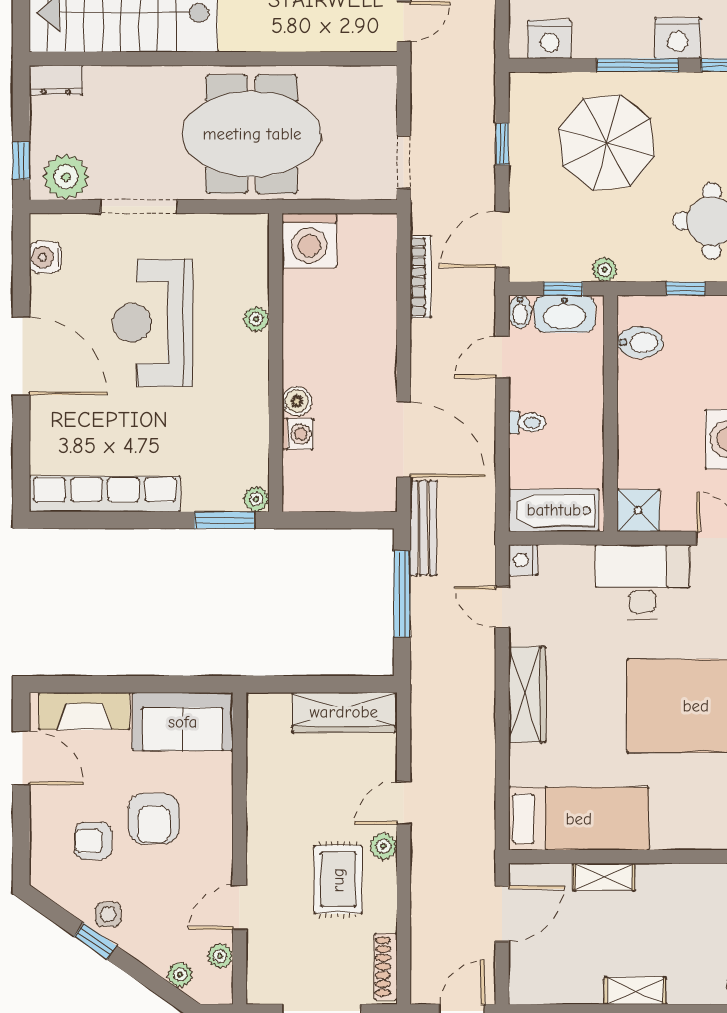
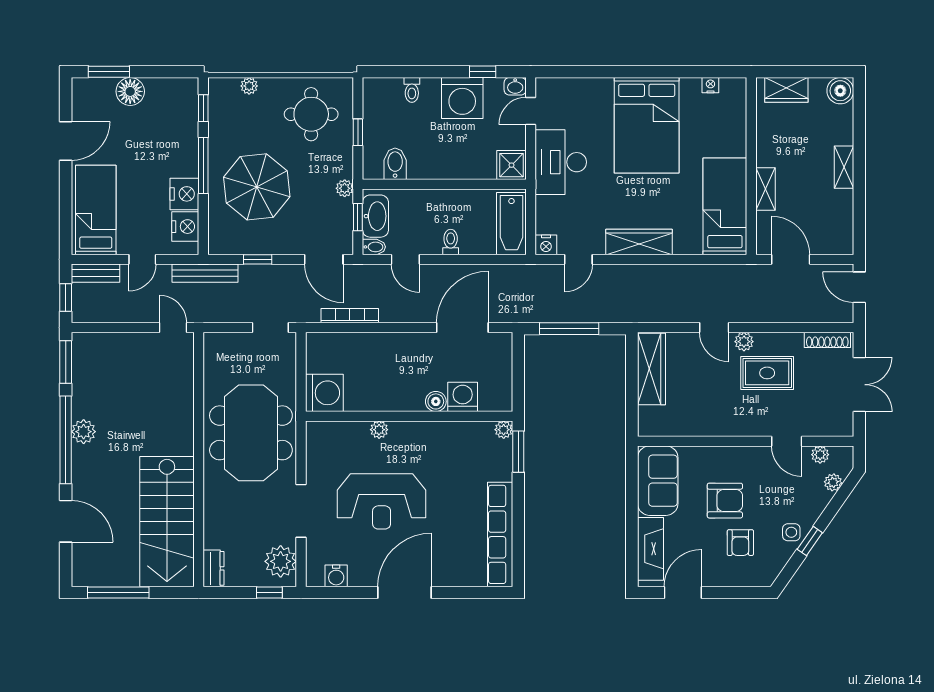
nightstand: (678, 38) -> (184, 194), moved
washing machine: (298, 434) -> (463, 397), width x1.38, depth x1.38
bench: (424, 528) -> (205, 273), moved

